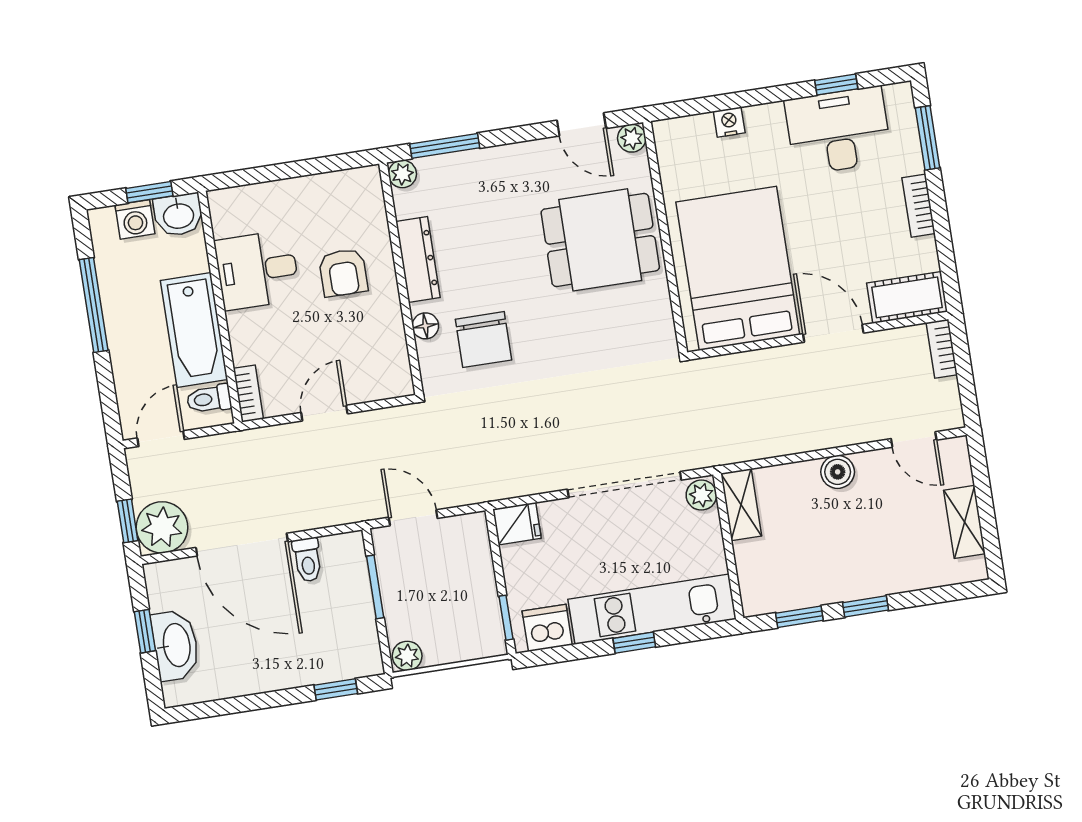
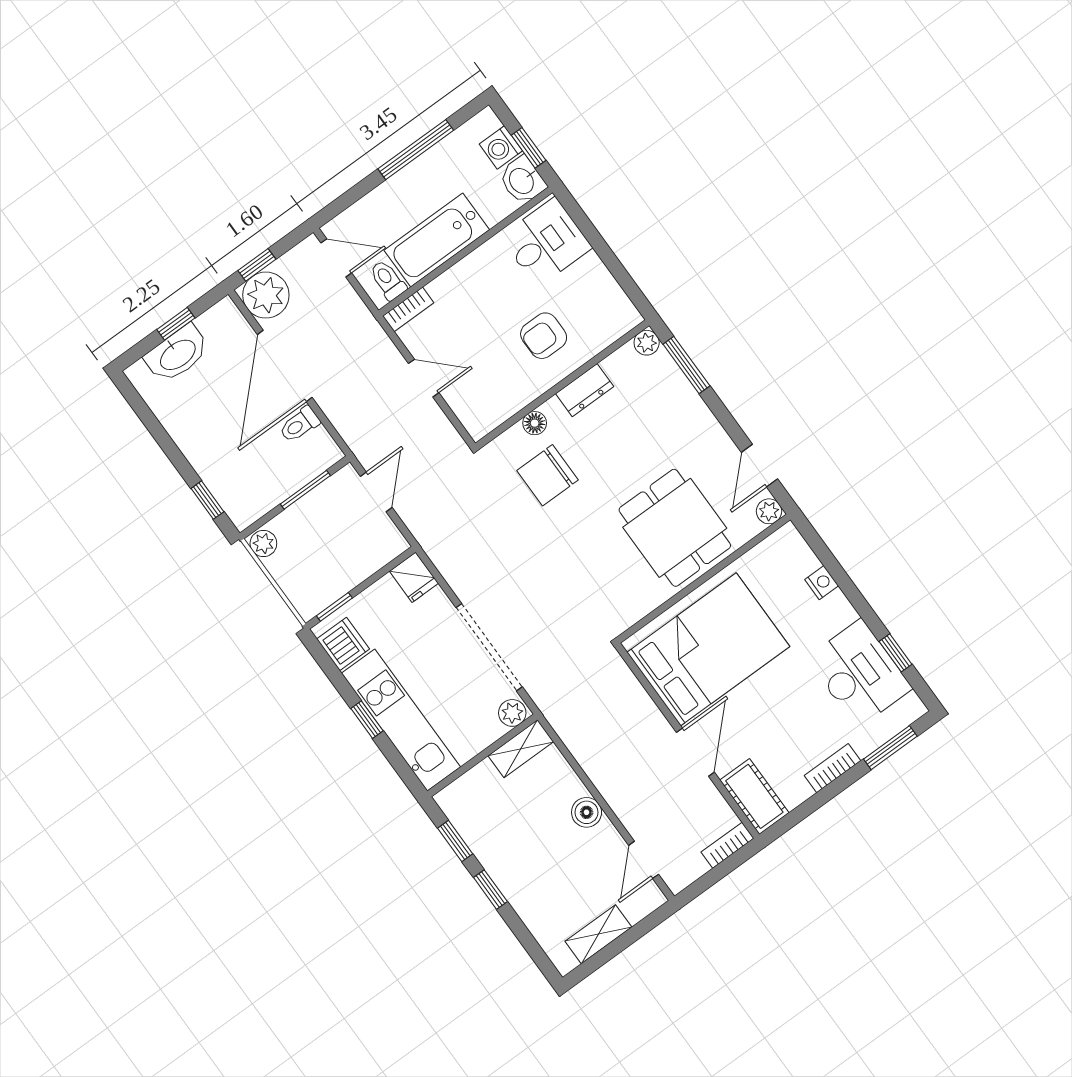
dresser: (418, 259) -> (585, 390), width x0.70
desk: (257, 270) -> (546, 242), moved, turned 90

